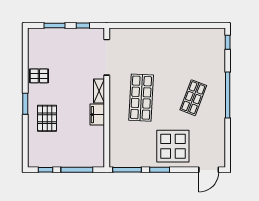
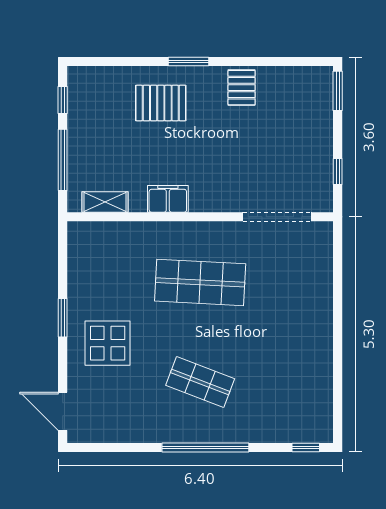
window: (54, 26) -> (338, 91), moved
shelving: (99, 91) -> (105, 202), moved
display table: (173, 146) -> (108, 343), width x0.73, depth x0.73
window: (127, 170) -> (63, 256), removed

